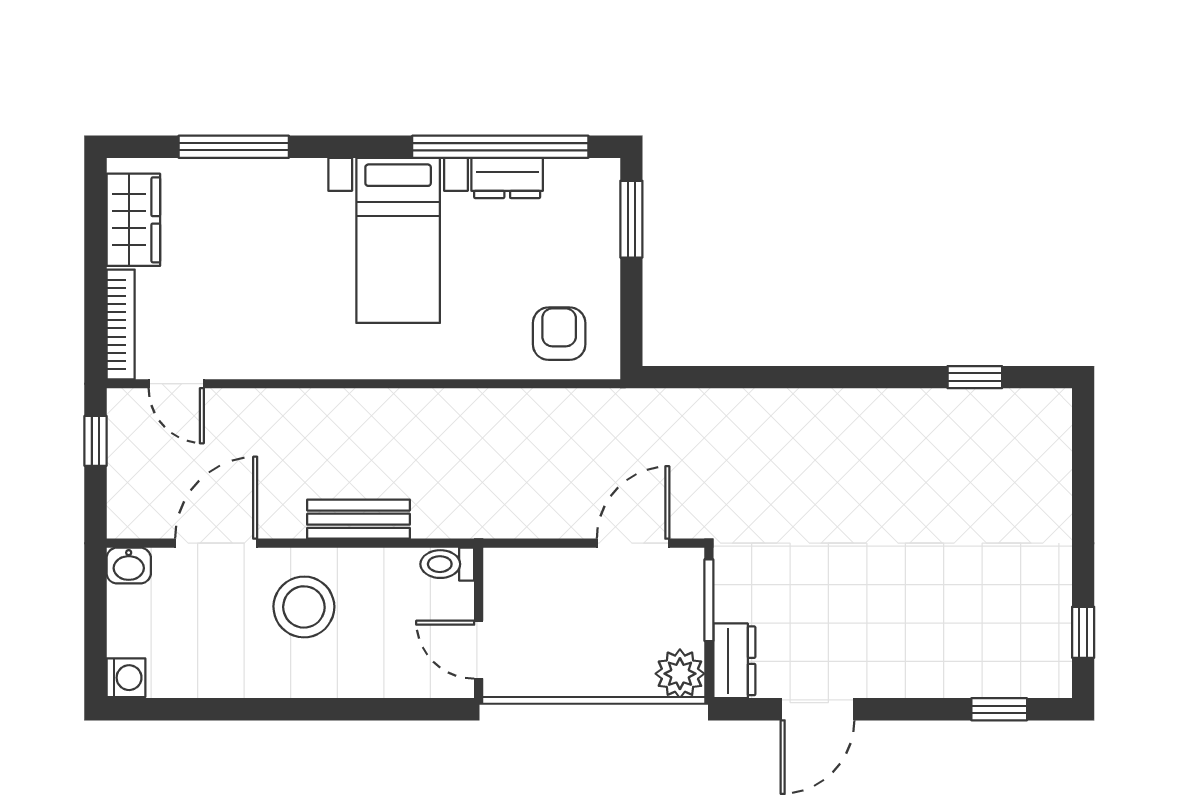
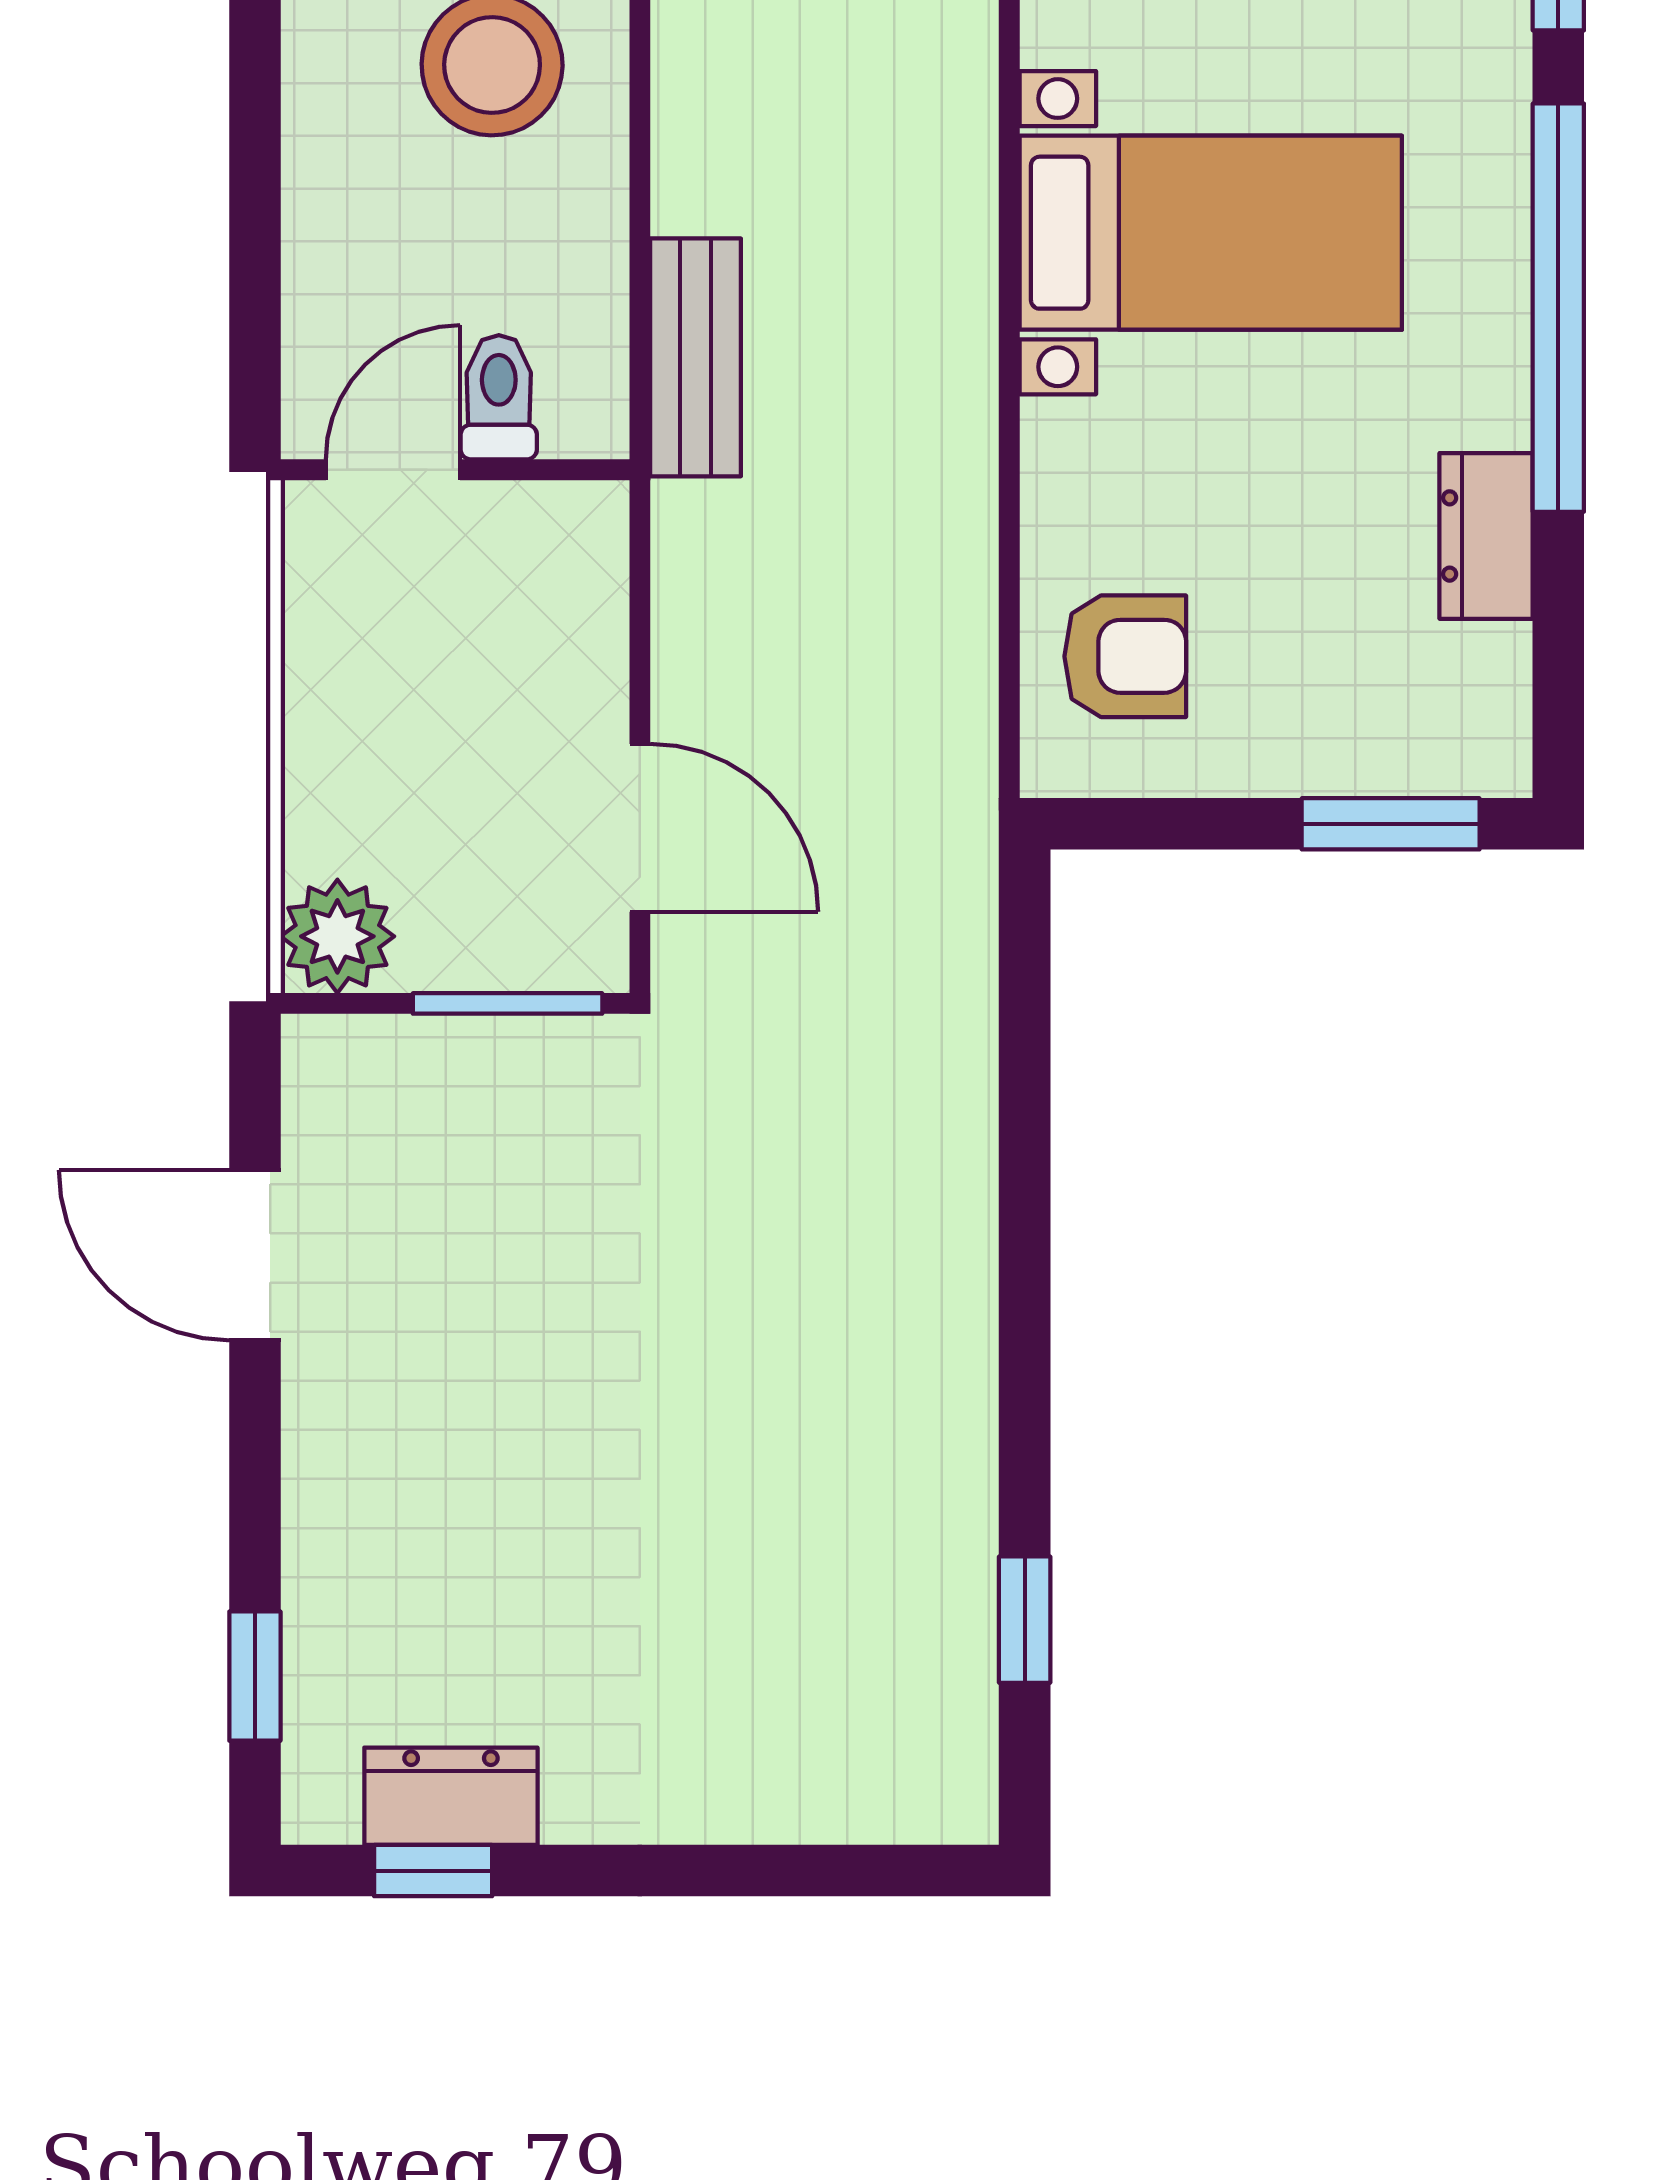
window: (500, 147) -> (1558, 308), moved
bed with nightstands: (398, 240) -> (1211, 233), moved, turned 180
bench: (359, 519) -> (695, 357), moved
toilet: (447, 564) -> (499, 397), moved
dresser: (734, 661) -> (451, 1796), moved, turned 180

